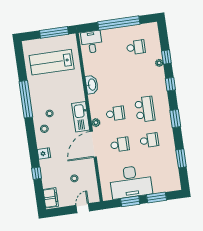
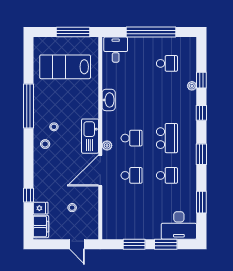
fridge: (44, 153) -> (41, 208), moved
desk: (131, 182) -> (179, 225), moved, width x0.73, depth x0.77
door: (83, 208) -> (77, 244), swing flipped

